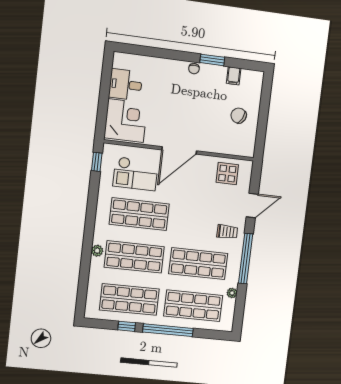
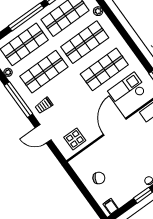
filing cabinet: (234, 76) -> (111, 206), moved
door: (252, 206) -> (43, 134), hinge flipped
plant: (97, 251) -> (98, 11), moved

